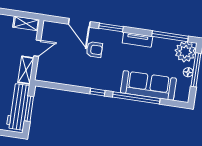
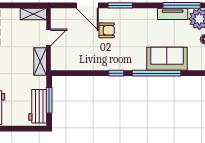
tv unit: (137, 40) -> (173, 14), moved
sofa: (148, 85) -> (167, 59), width x0.73
workbench: (18, 107) -> (38, 106), width x0.73

